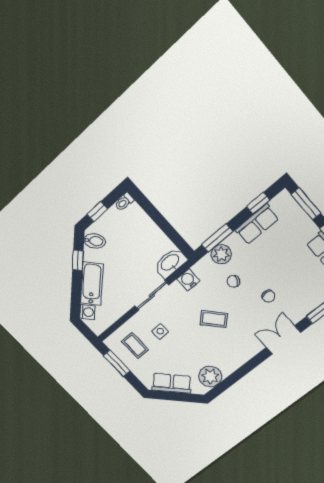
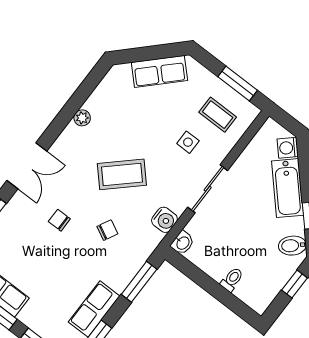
toilet: (124, 202) -> (232, 279), moved
plant: (221, 254) -> (130, 262), removed
washbasin: (170, 263) -> (183, 243), width x0.52, depth x0.69
coffee table: (214, 319) -> (122, 174), width x1.36, depth x1.30
plant: (210, 376) -> (82, 118), moved, width x0.53, depth x0.53

